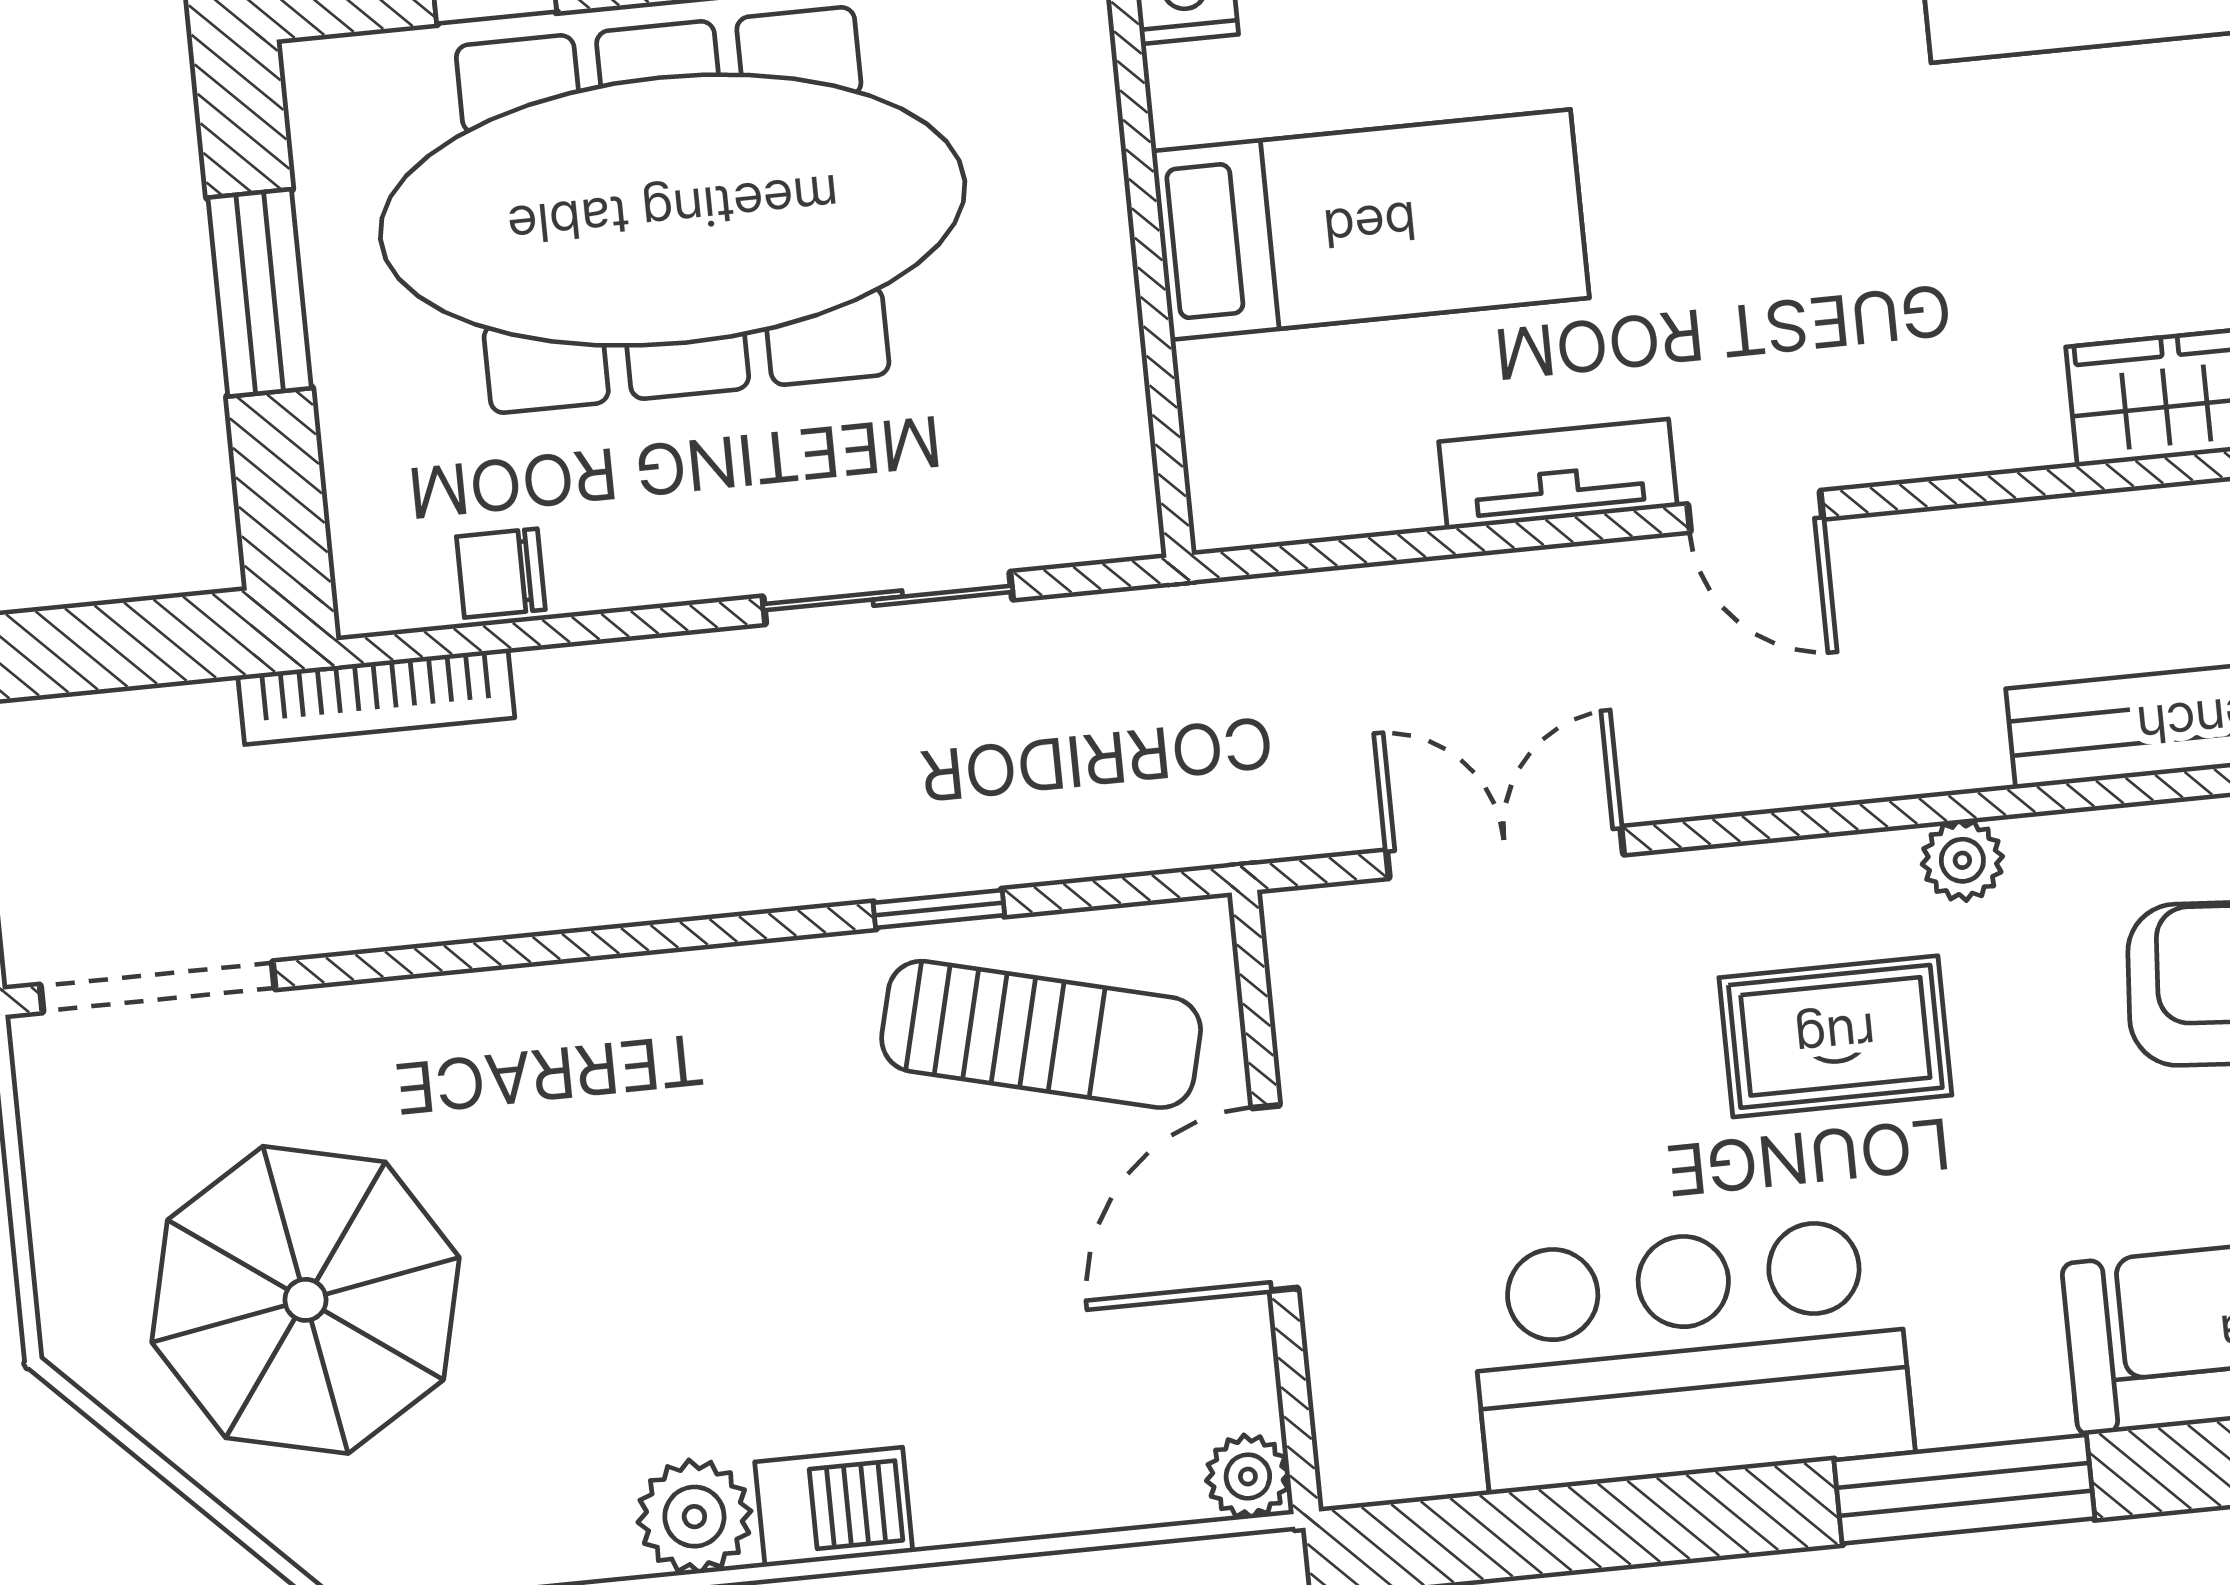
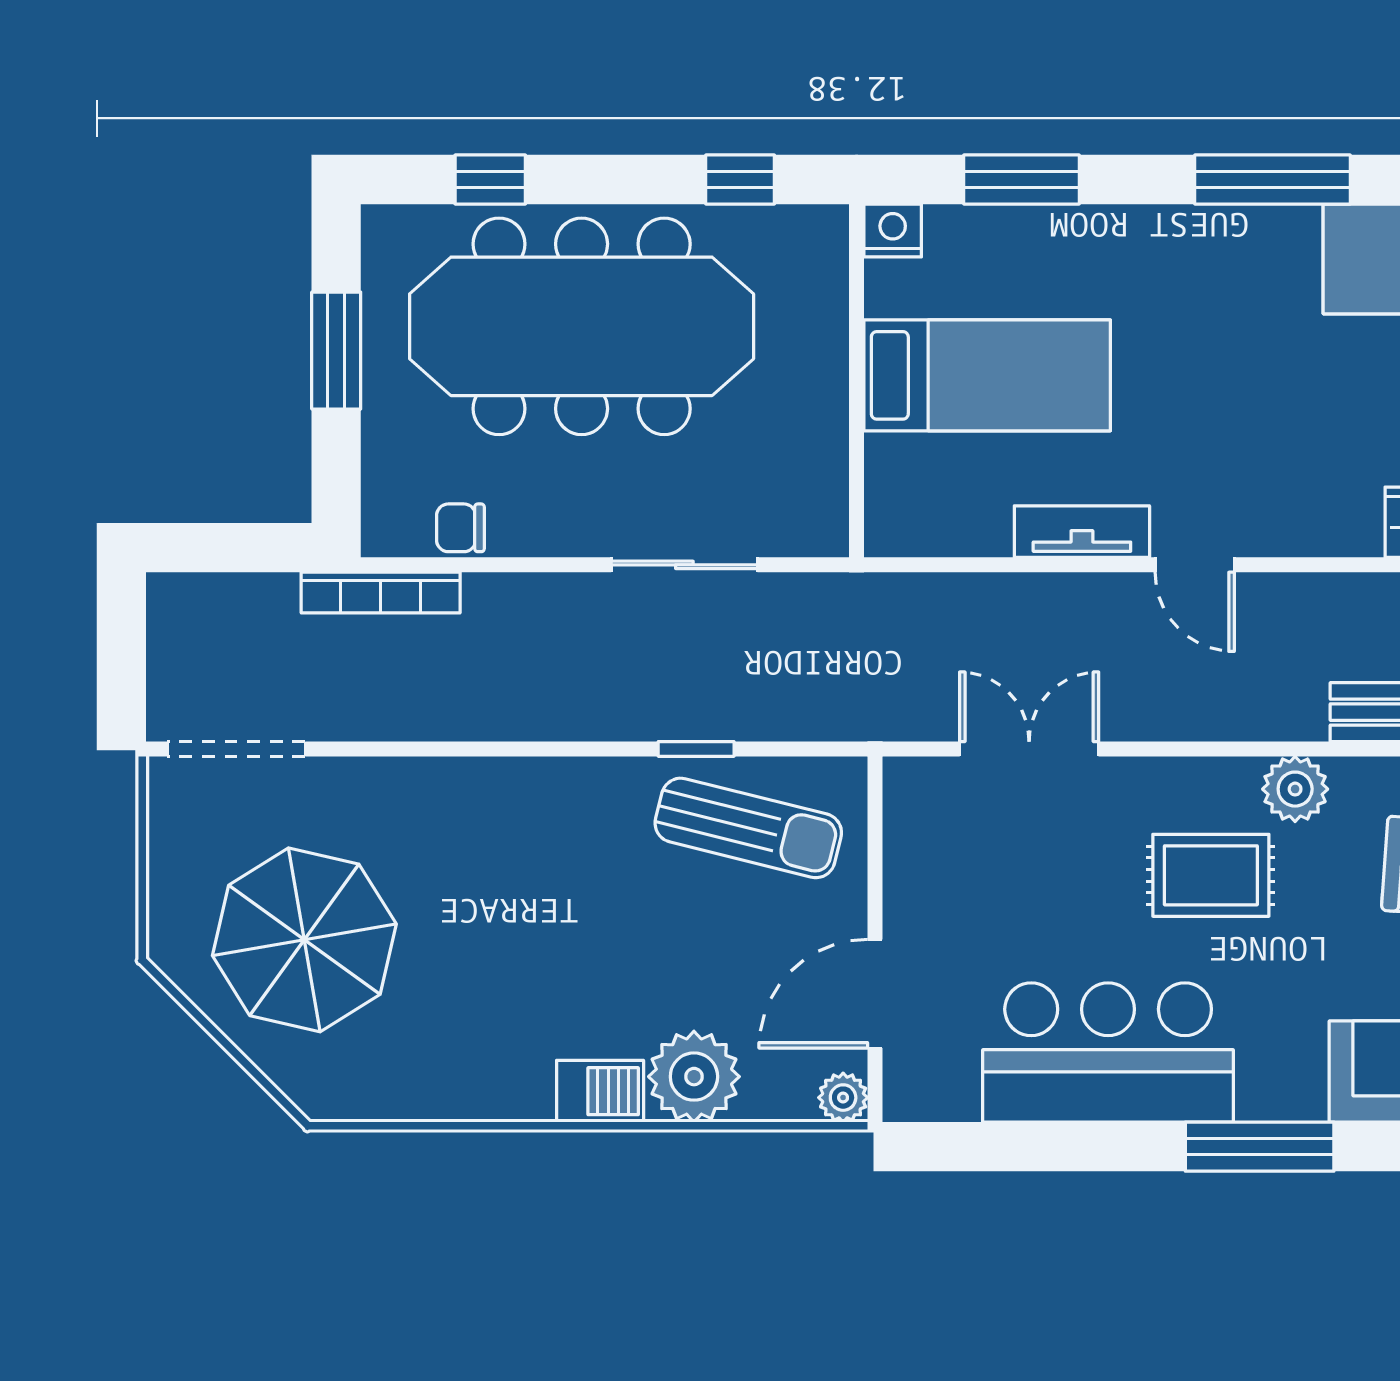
plant: (1962, 860) -> (1295, 789), width x1.38, depth x1.38
door: (1275, 1198) -> (875, 994), moved
plant: (694, 1517) -> (694, 1077), moved, width x1.36, depth x1.36

